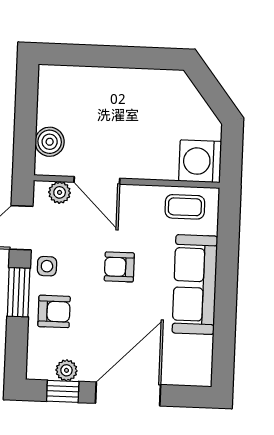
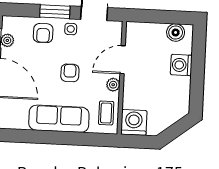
washing machine: (105, 84) -> (181, 65), added
boiler: (50, 142) -> (176, 32), moved
plant: (60, 192) -> (113, 85), moved

